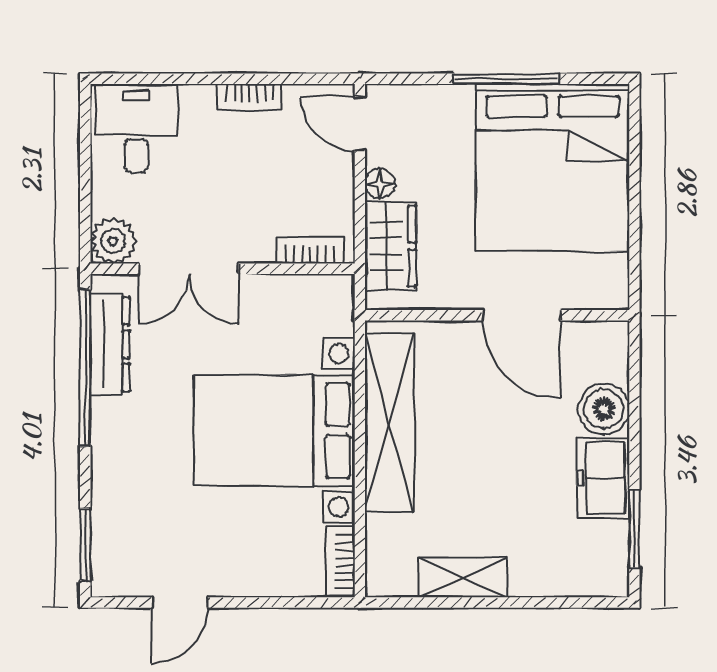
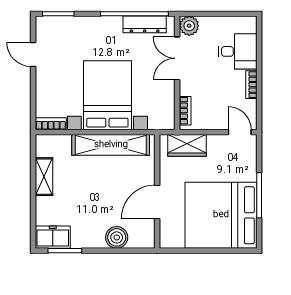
door: (360, 124) -> (240, 132), hinge flipped
desk: (136, 128) -> (238, 51), moved
floor lamp: (380, 184) -> (214, 141), removed
freezer: (603, 478) -> (53, 237), moved

